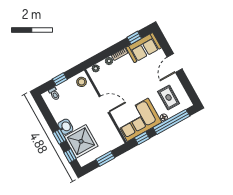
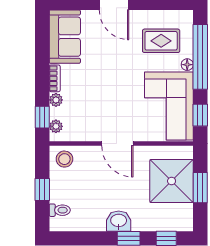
window: (134, 38) -> (42, 117), moved
door: (104, 104) -> (117, 143), swing flipped
shower: (81, 141) -> (172, 181), moved

